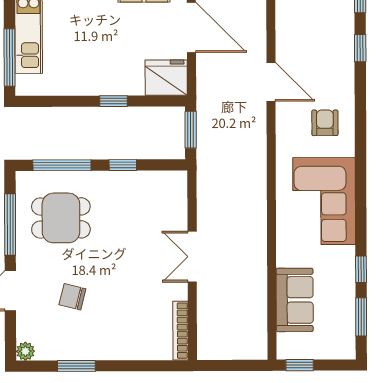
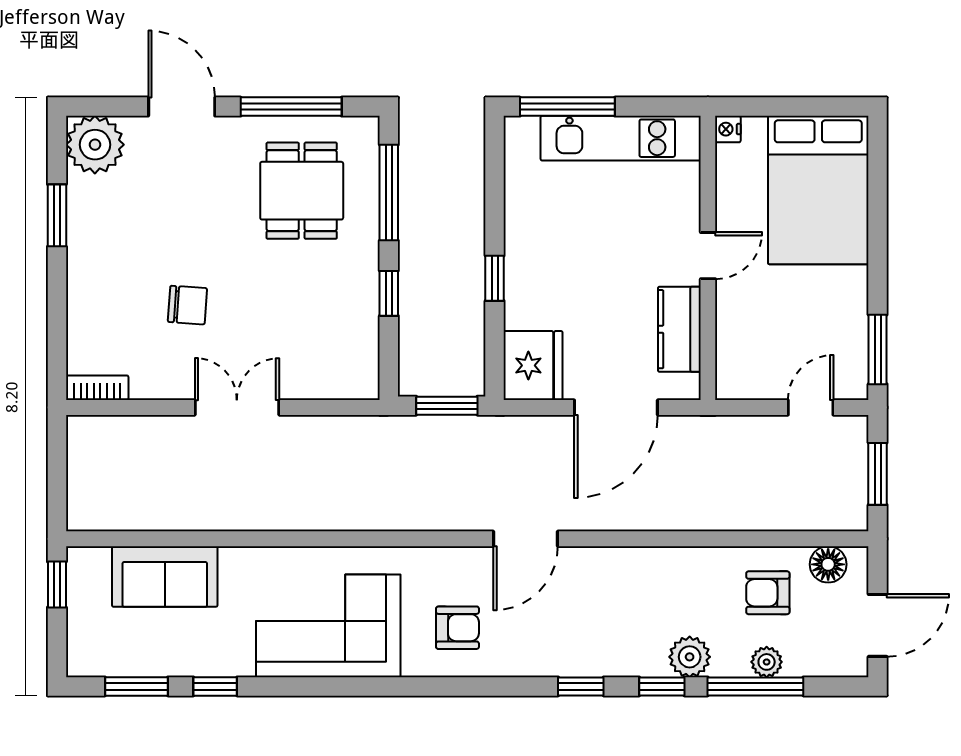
chair: (72, 297) -> (187, 305), moved, turned 80
bookcase: (181, 331) -> (97, 388), width x0.64
plant: (25, 351) -> (95, 145), width x1.87, depth x1.87

